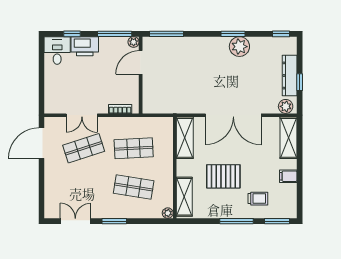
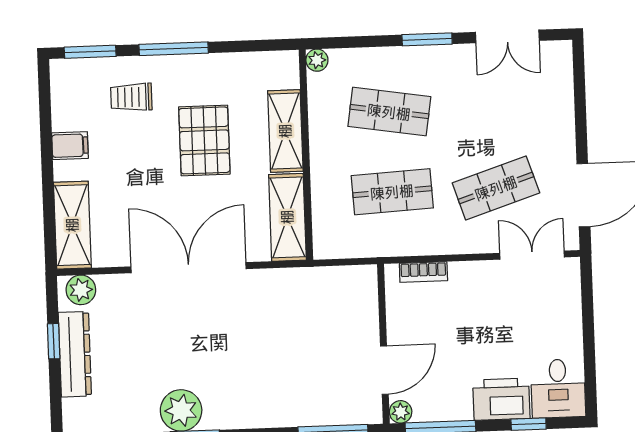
double door: (82, 115) -> (532, 255), moved
pallet: (223, 176) -> (204, 140), turned 90
shelving: (184, 197) -> (285, 131), moved

